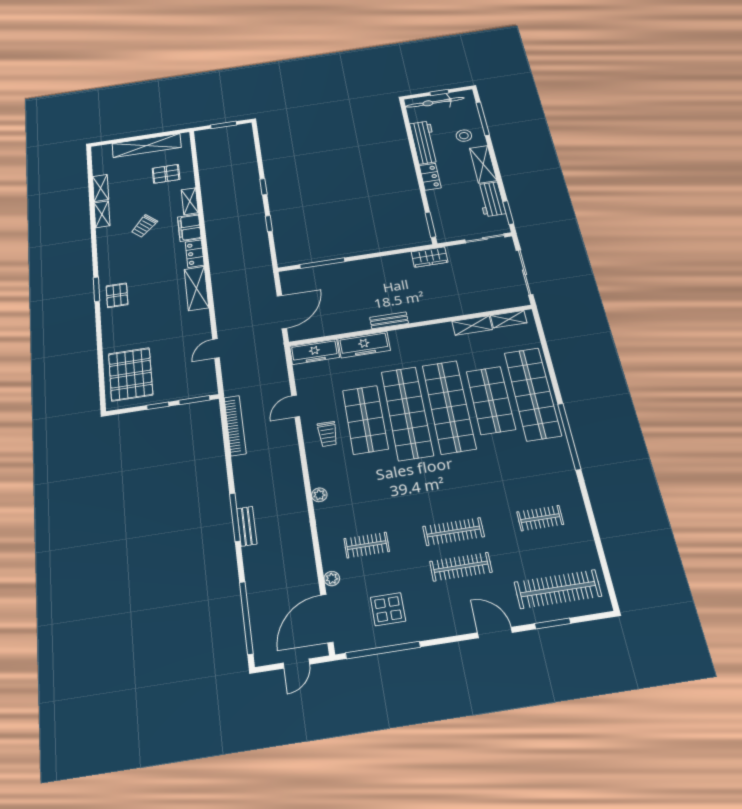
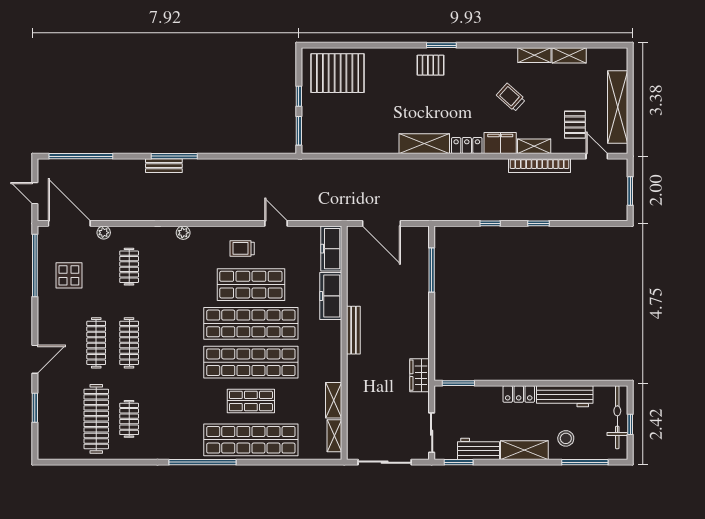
bench: (389, 320) -> (353, 330), width x1.36
door: (216, 349) -> (597, 156), moved
shop shelf: (491, 400) -> (251, 401), width x0.70, depth x0.74
bookcase: (235, 426) -> (540, 166), moved
clothes rail: (558, 589) -> (96, 419), moved

